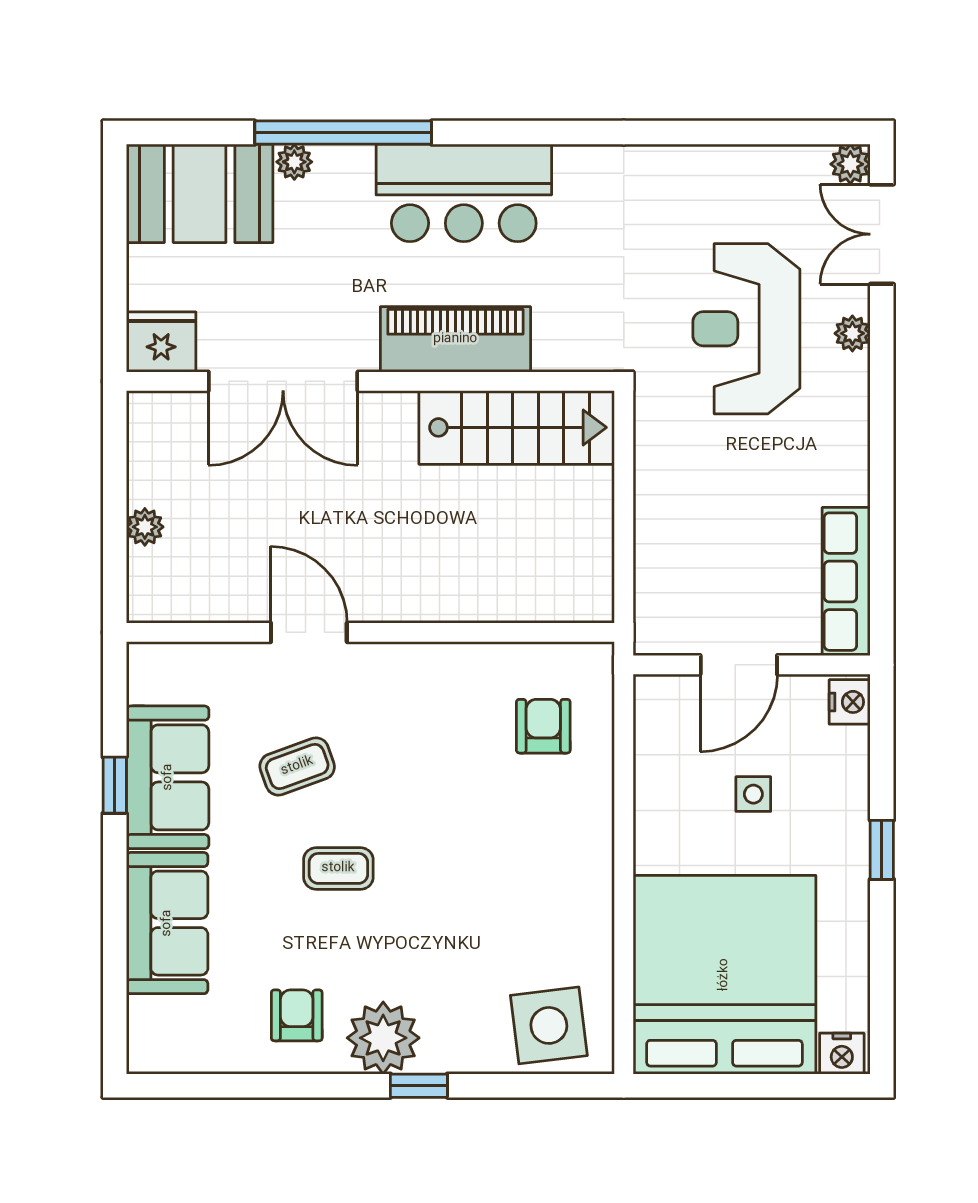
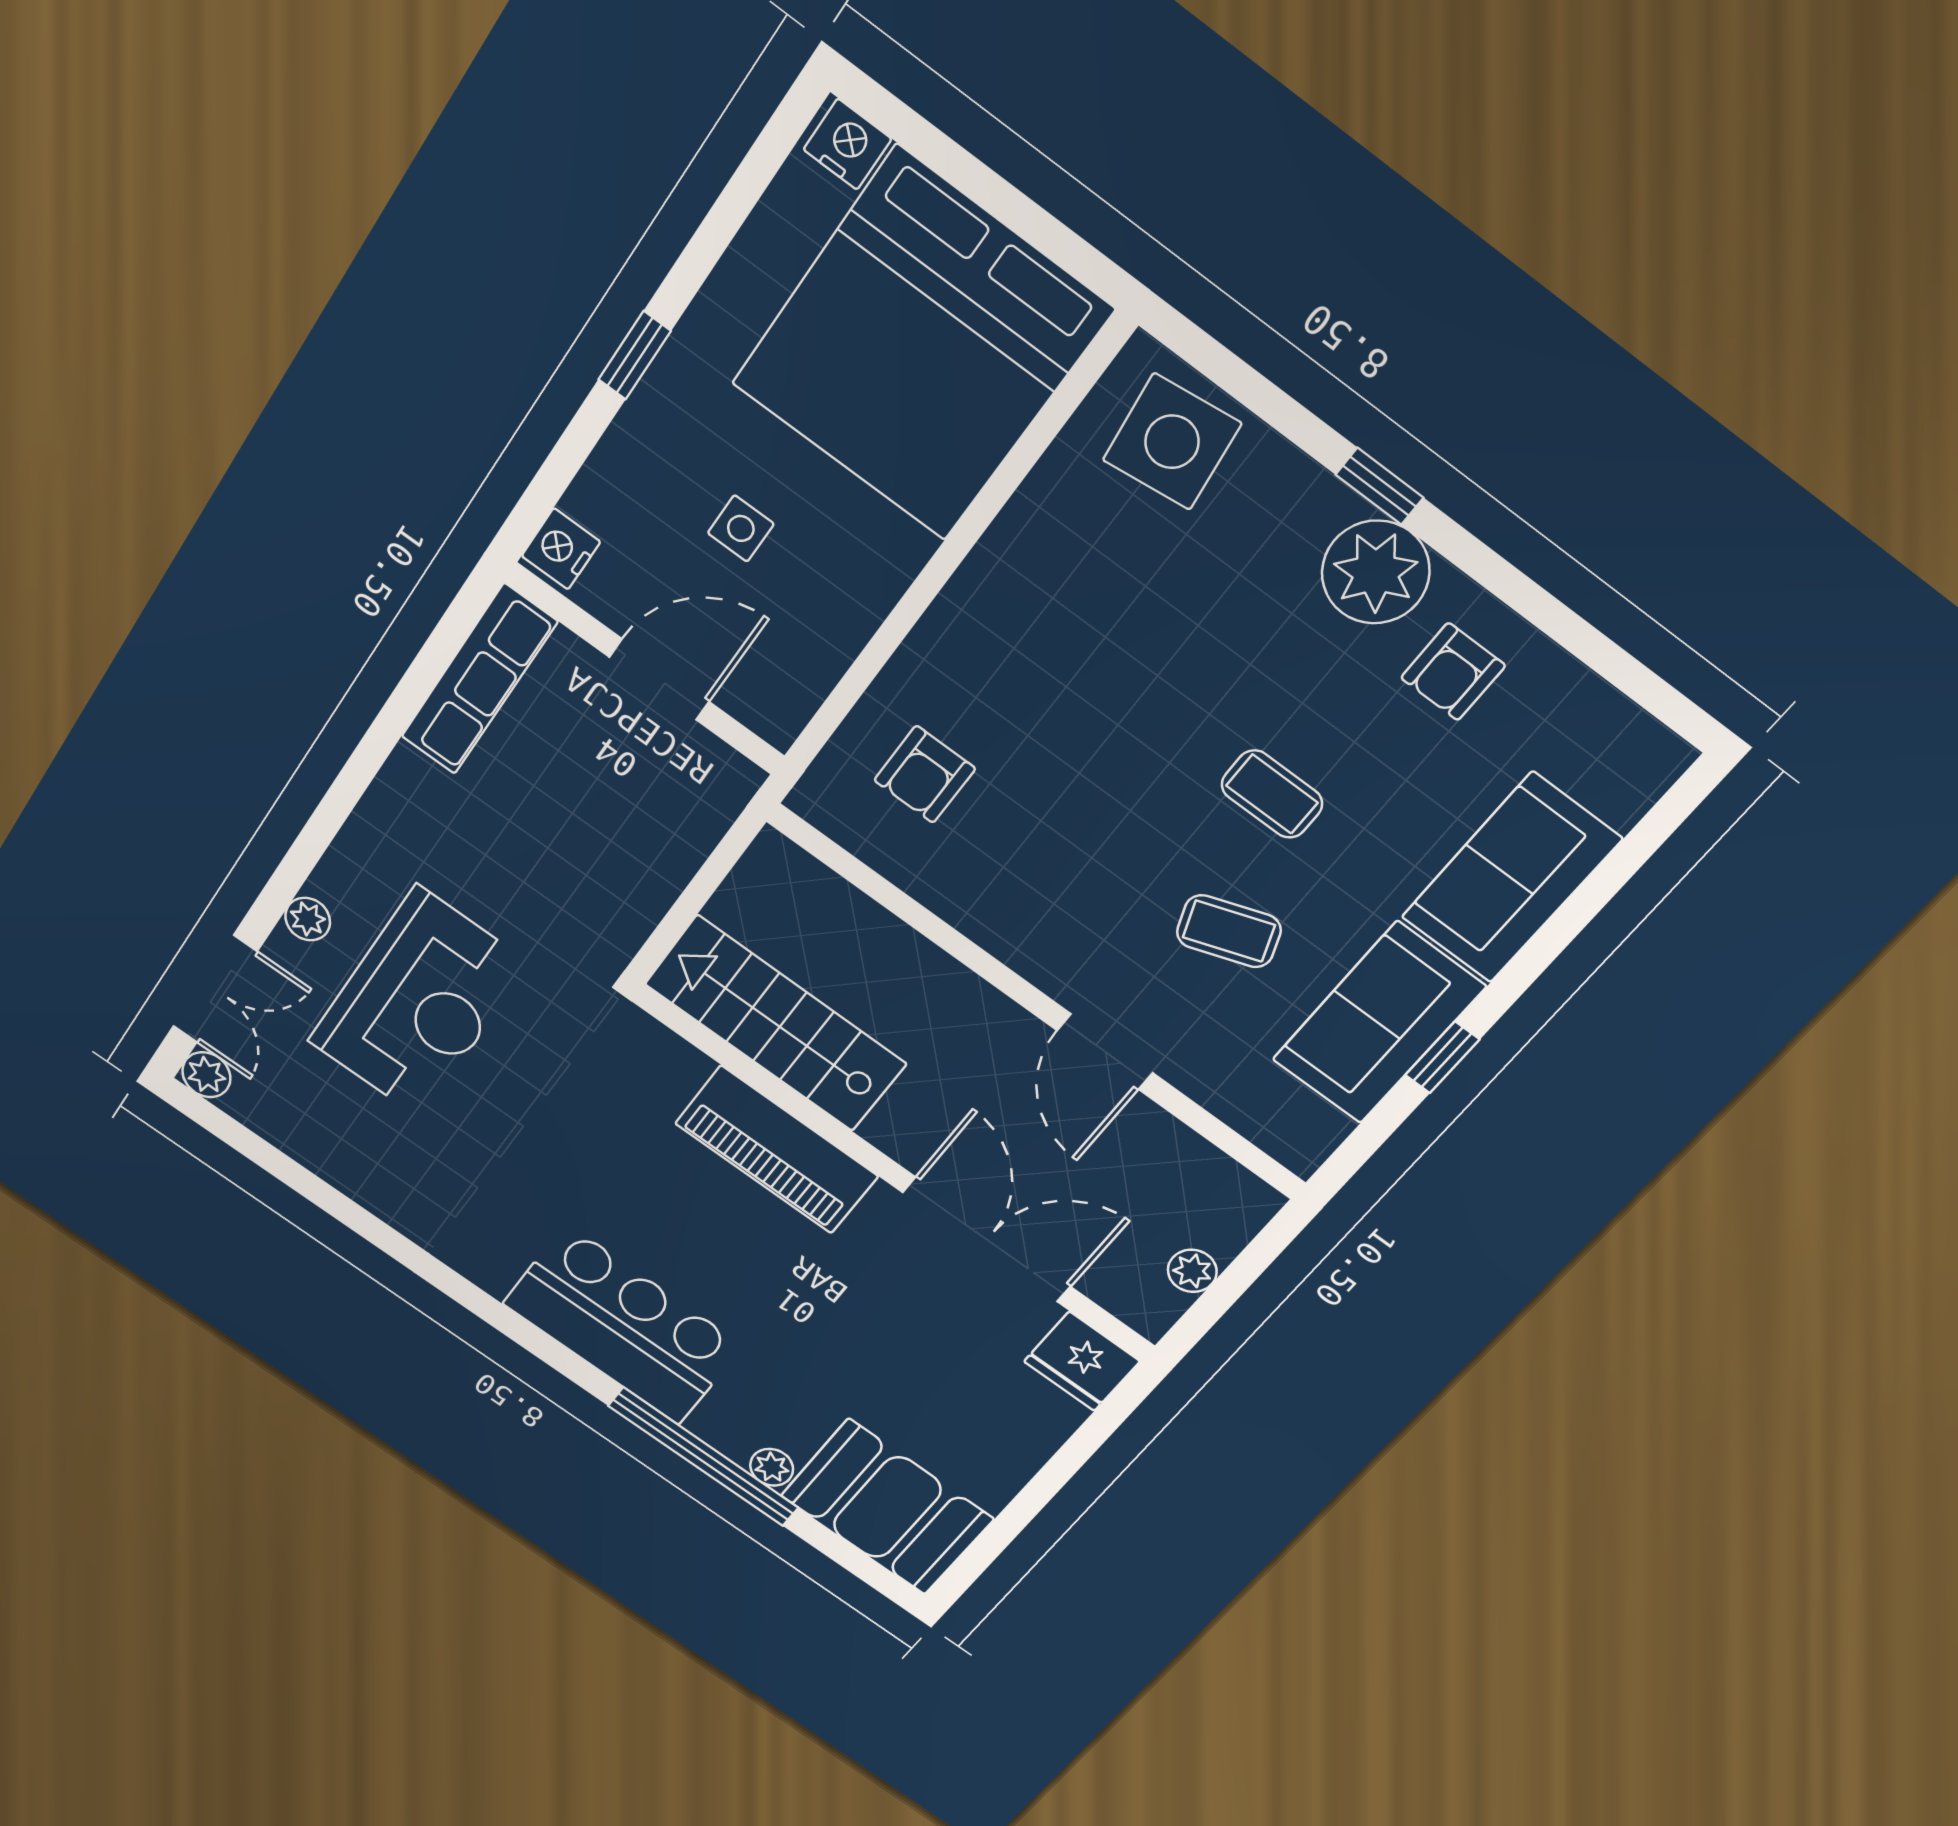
piano: (455, 339) -> (777, 1150), moved
fridge: (161, 342) -> (1082, 1361), moved
double door: (283, 381) -> (987, 1240), moved
wall: (370, 381) -> (896, 1175), moved
stairs: (517, 427) -> (776, 1024), moved

